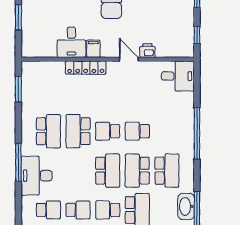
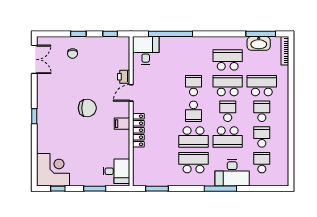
desk: (71, 42) -> (116, 171), moved
school desk: (137, 131) -> (193, 86), turned 180
window: (197, 133) -> (171, 34), moved
school desk: (78, 171) -> (228, 137), added
school desk: (108, 171) -> (228, 111), width x0.54
school desk: (137, 171) -> (228, 86), turned 180
school desk: (108, 210) -> (262, 111), turned 180

